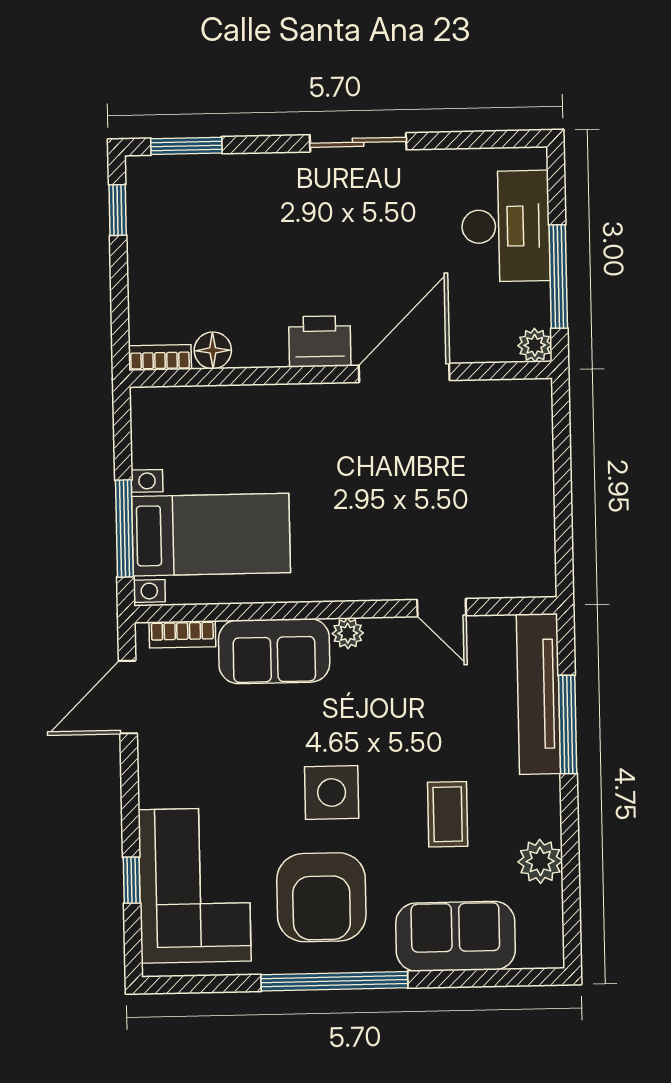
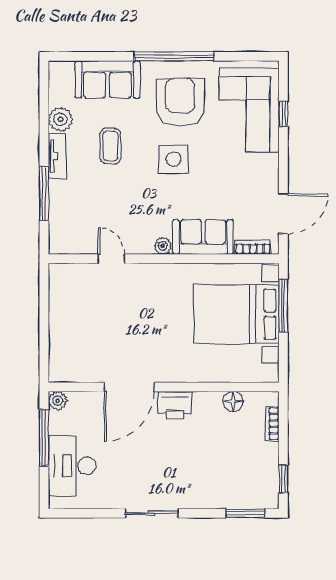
bookcase: (160, 358) -> (272, 423), moved, turned 90
bed with nightstands: (211, 535) -> (236, 314), width x1.36
tv unit: (538, 694) -> (57, 156), moved, width x0.52, depth x0.78

